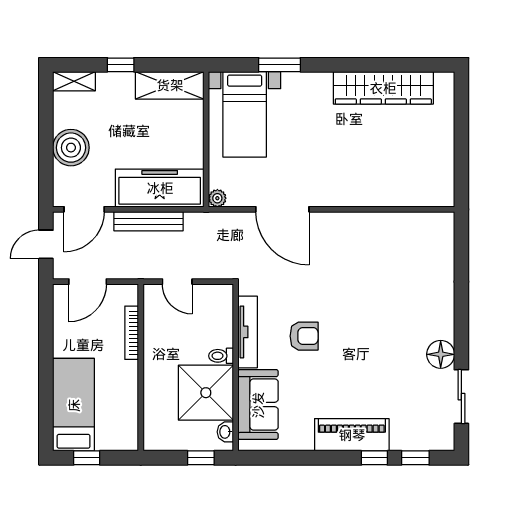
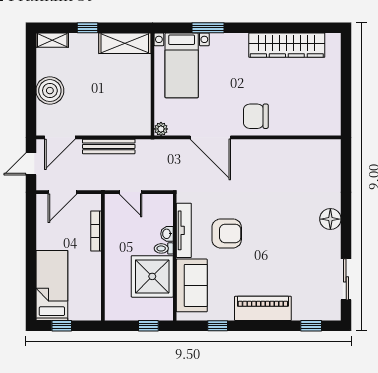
chair: (342, 181) -> (256, 116), added
freezer: (160, 188) -> (117, 121), removed
armchair: (304, 336) -> (227, 233), width x1.38, depth x1.38
floor lamp: (441, 354) -> (330, 219), moved
washbasin: (225, 432) -> (167, 234), moved
window: (374, 458) -> (218, 326), moved

